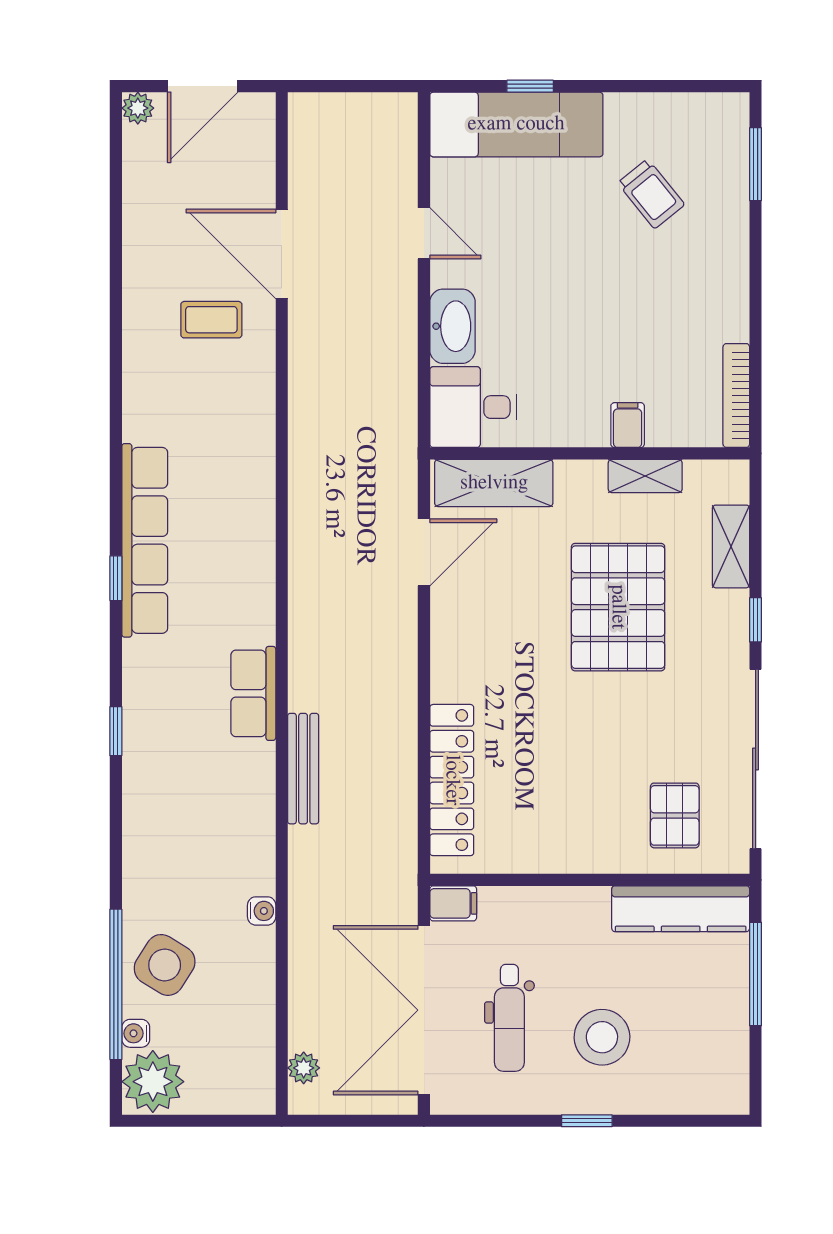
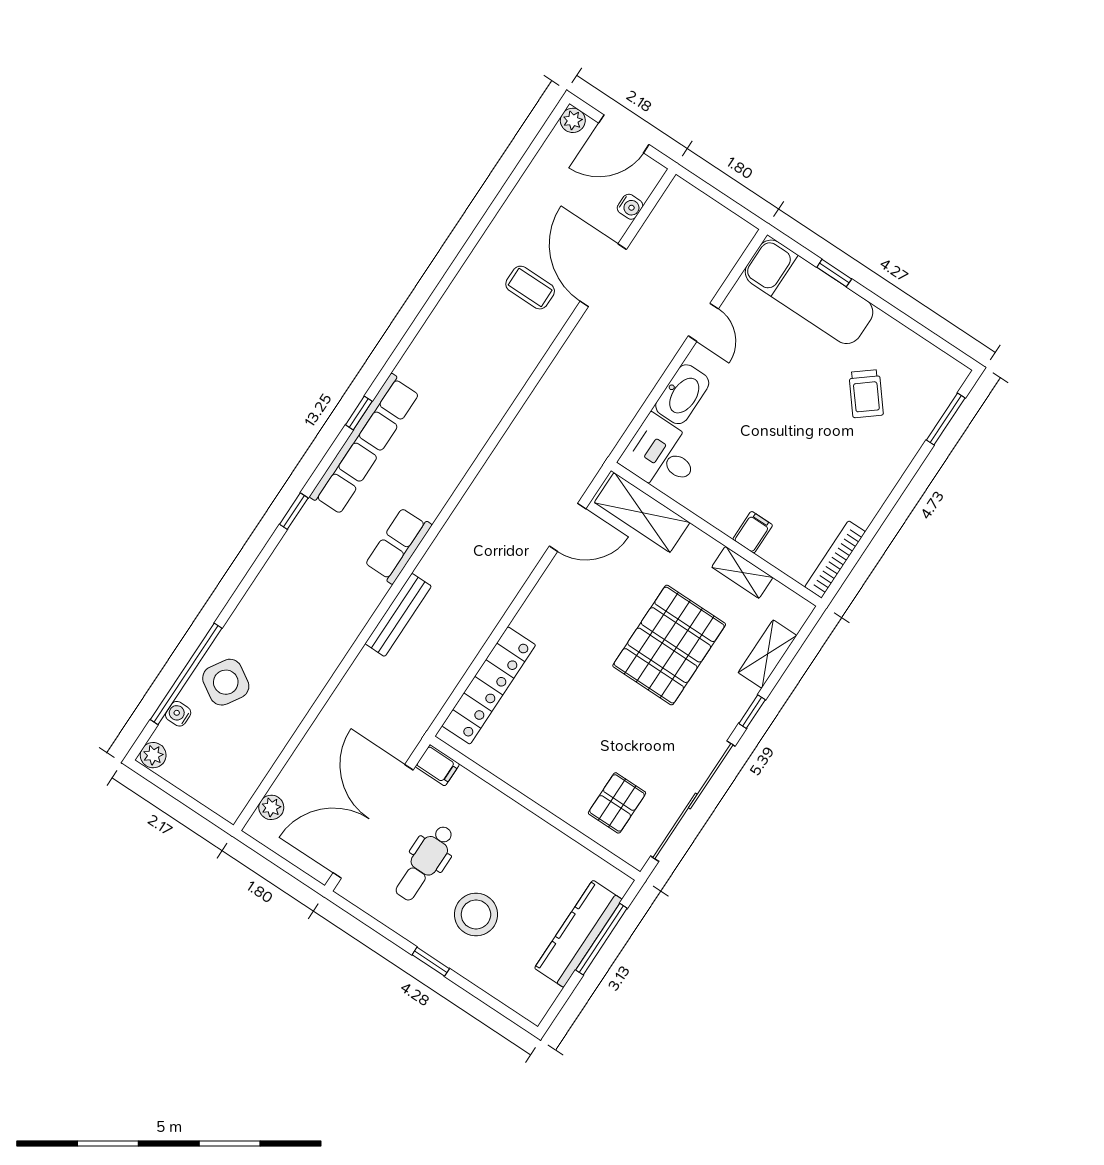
row of seats: (145, 540) -> (365, 444), moved
kitchen counter: (681, 909) -> (578, 934), moved, turned 90
water cooler: (262, 911) -> (630, 207), moved
plant: (153, 1082) -> (153, 755), width x0.53, depth x0.53

